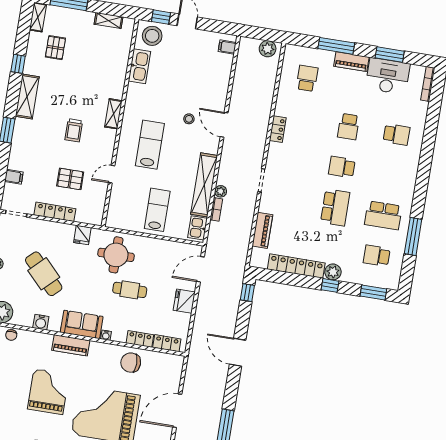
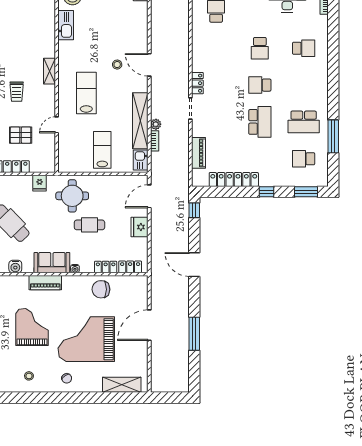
locker: (278, 129) -> (197, 83), moved
plant: (333, 272) -> (267, 179), removed

